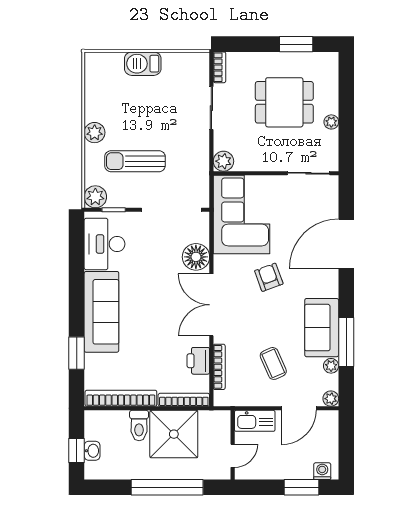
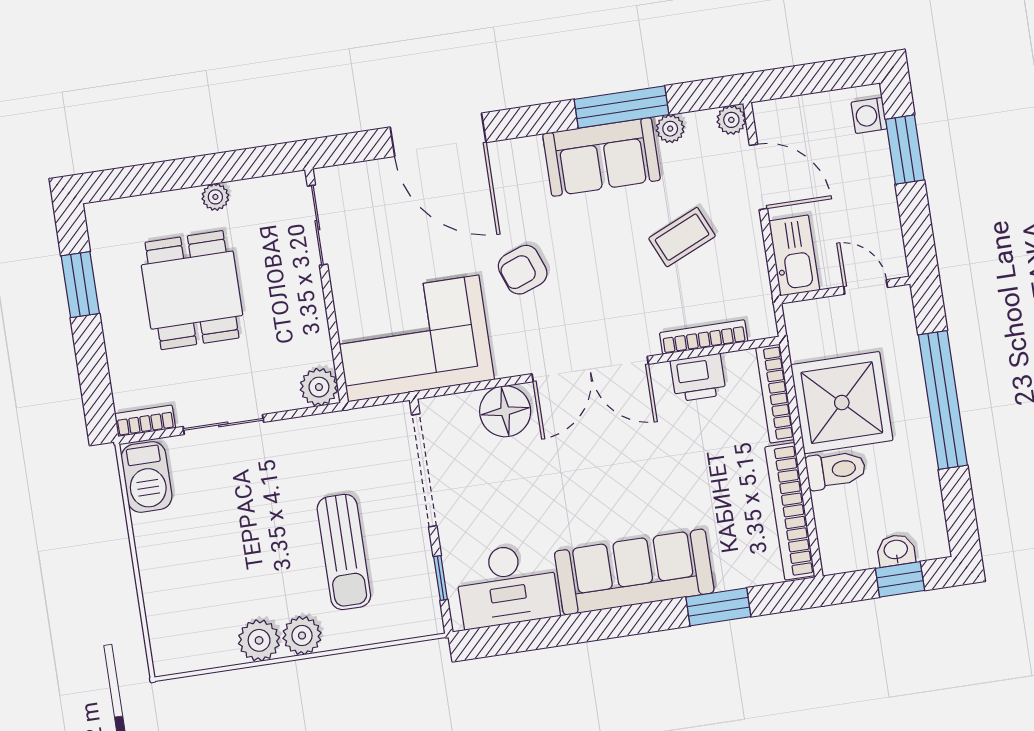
barbecue: (143, 64) -> (147, 477), moved
plant: (95, 197) -> (259, 640), moved

